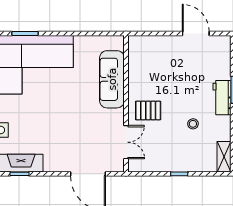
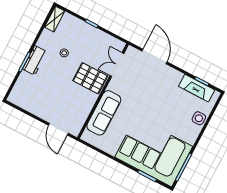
door: (196, 34) -> (58, 129), moved
pallet: (148, 110) -> (90, 78), width x1.50, depth x1.42

